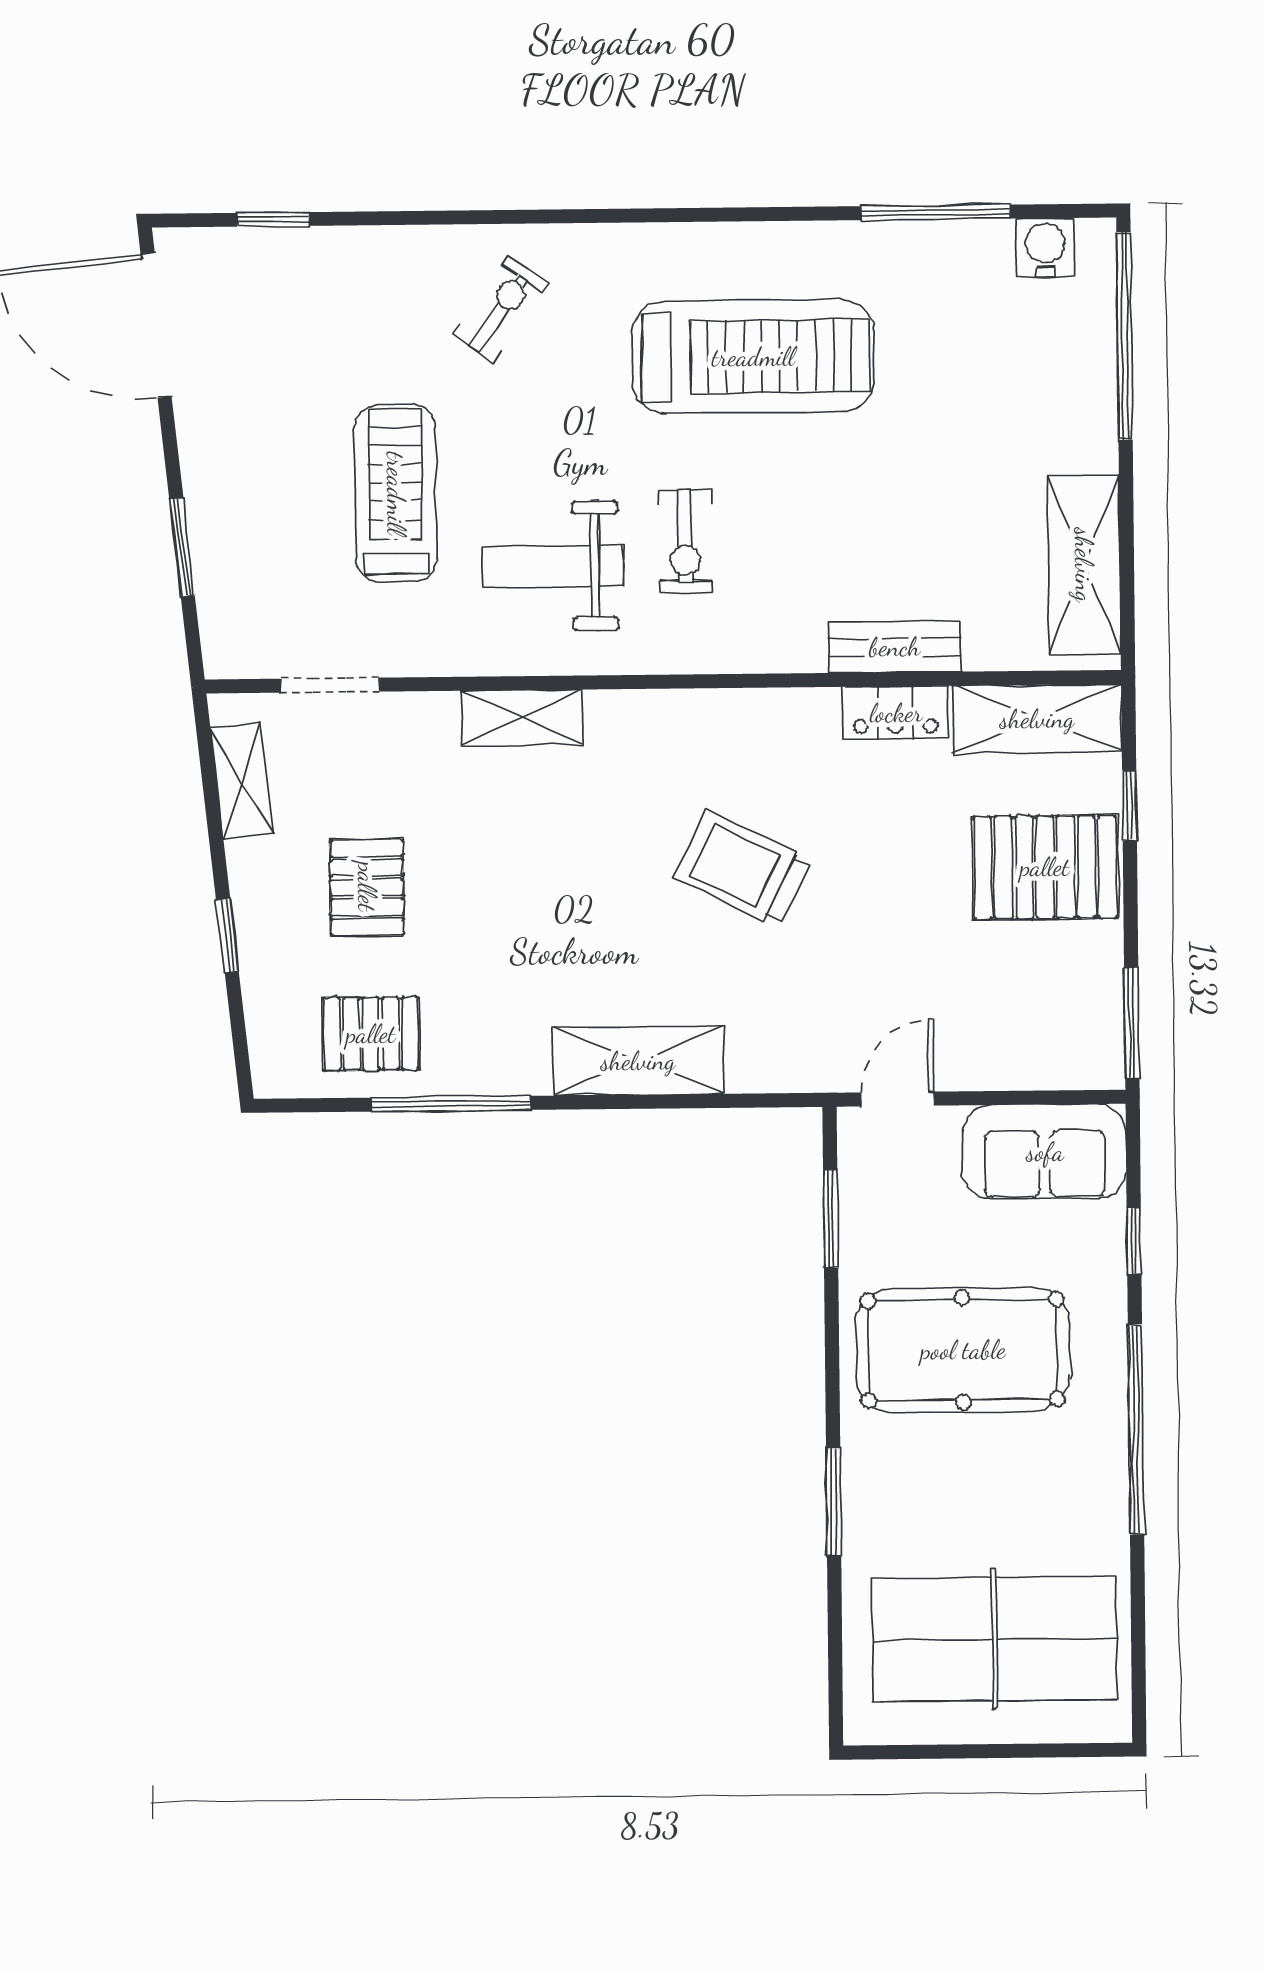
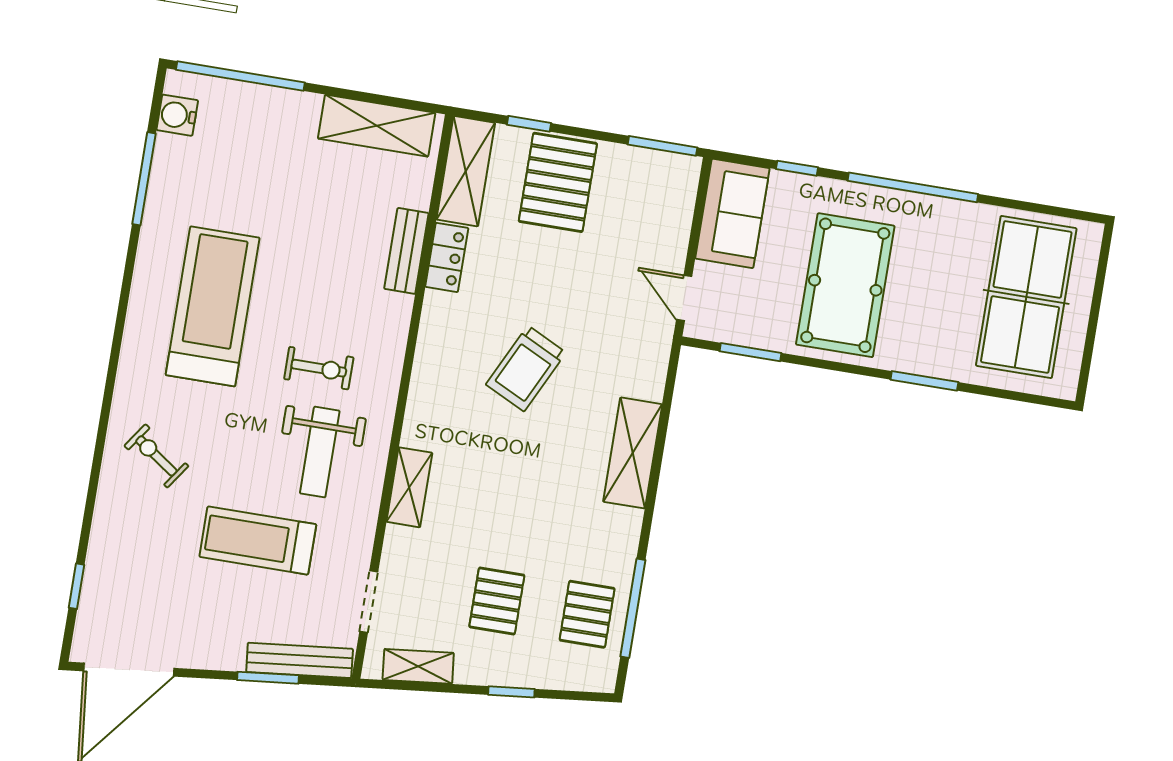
bench: (218, 592) -> (300, 660), added
pallet: (367, 887) -> (497, 601), turned 90
window: (451, 1104) -> (633, 608), moved

